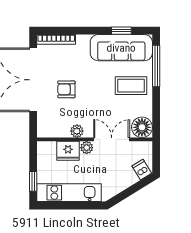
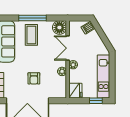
window: (156, 66) -> (33, 18), moved
fridge: (68, 151) -> (75, 91), moved

